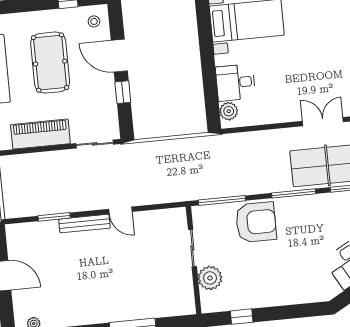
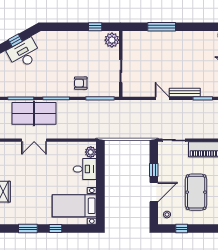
door: (119, 56) -> (154, 192), hinge flipped
armchair: (256, 222) -> (81, 83), width x0.53, depth x0.53
plant: (210, 278) -> (112, 40), moved

